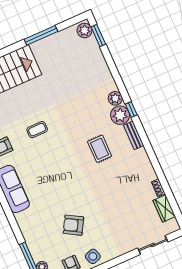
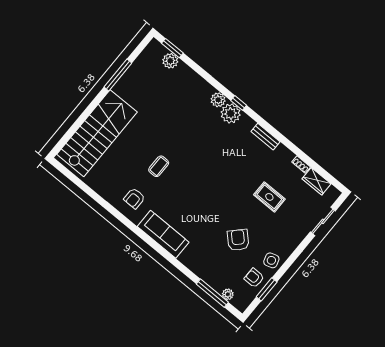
plant: (85, 30) -> (170, 61), moved
bench: (134, 135) -> (265, 137), moved
rug: (100, 149) -> (269, 197), moved
armchair: (73, 225) -> (238, 240), turned 104

